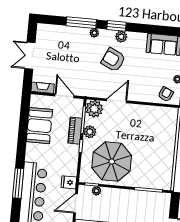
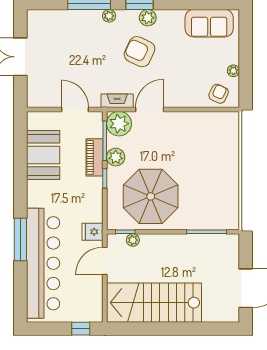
fireplace: (43, 88) -> (117, 101), moved

